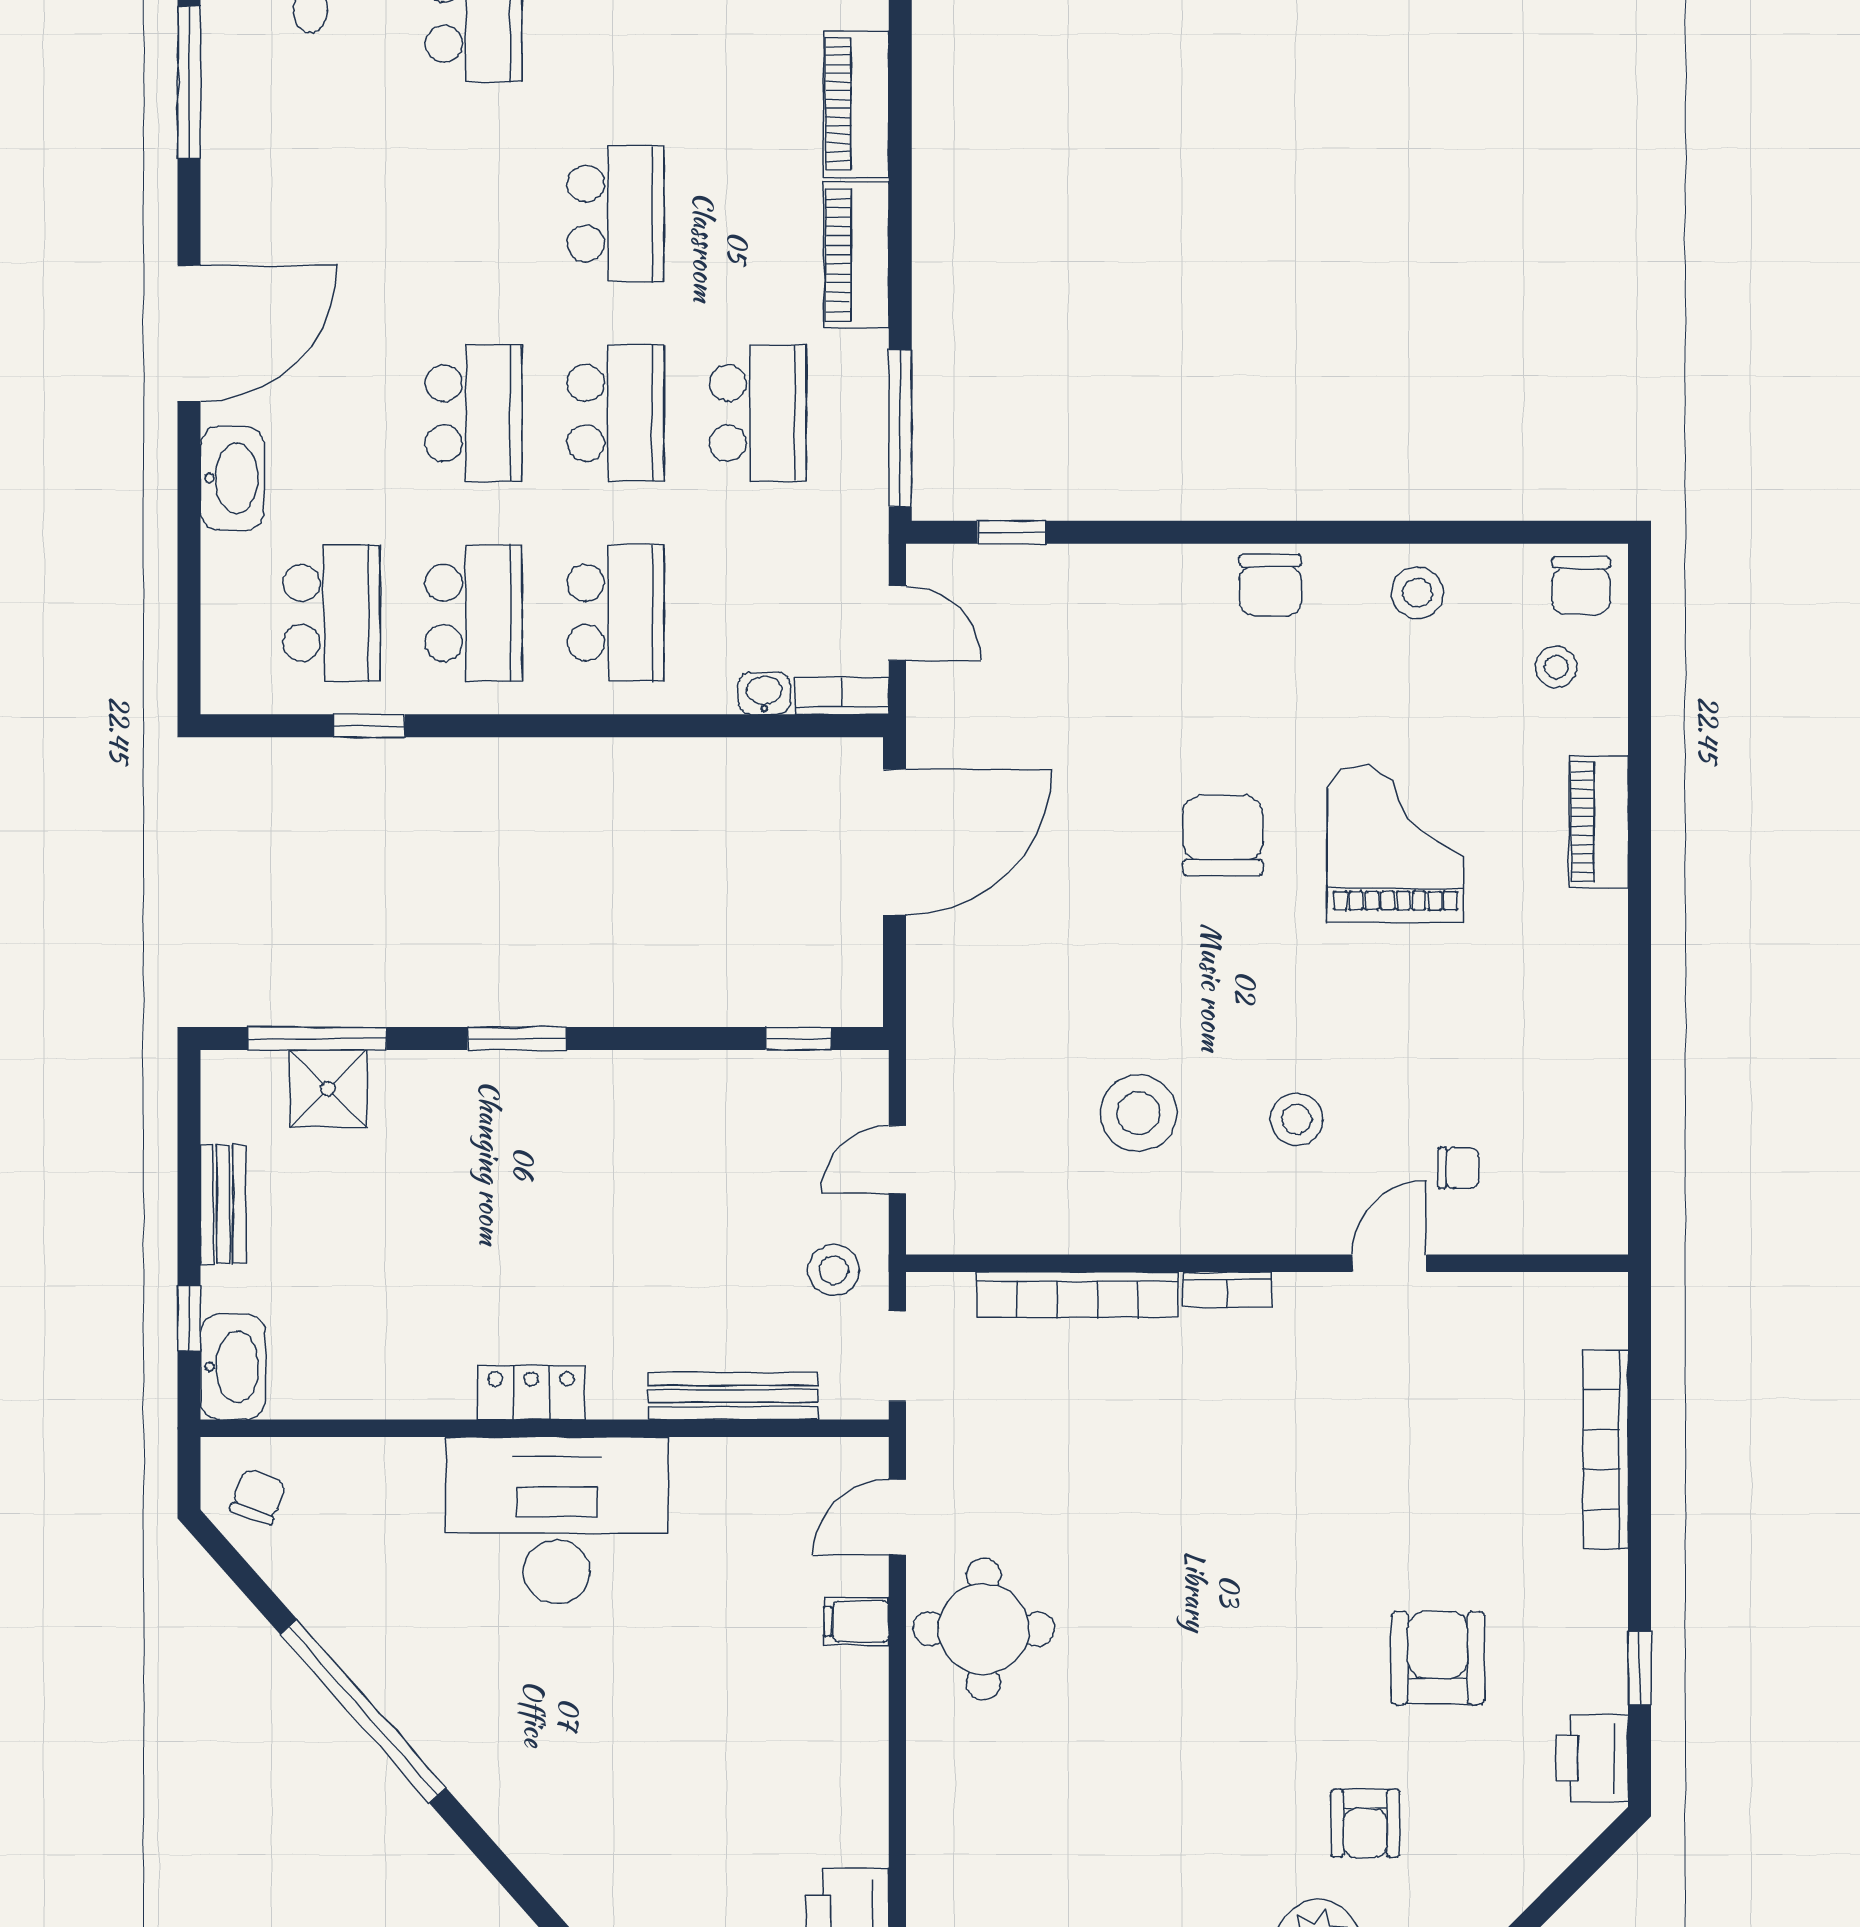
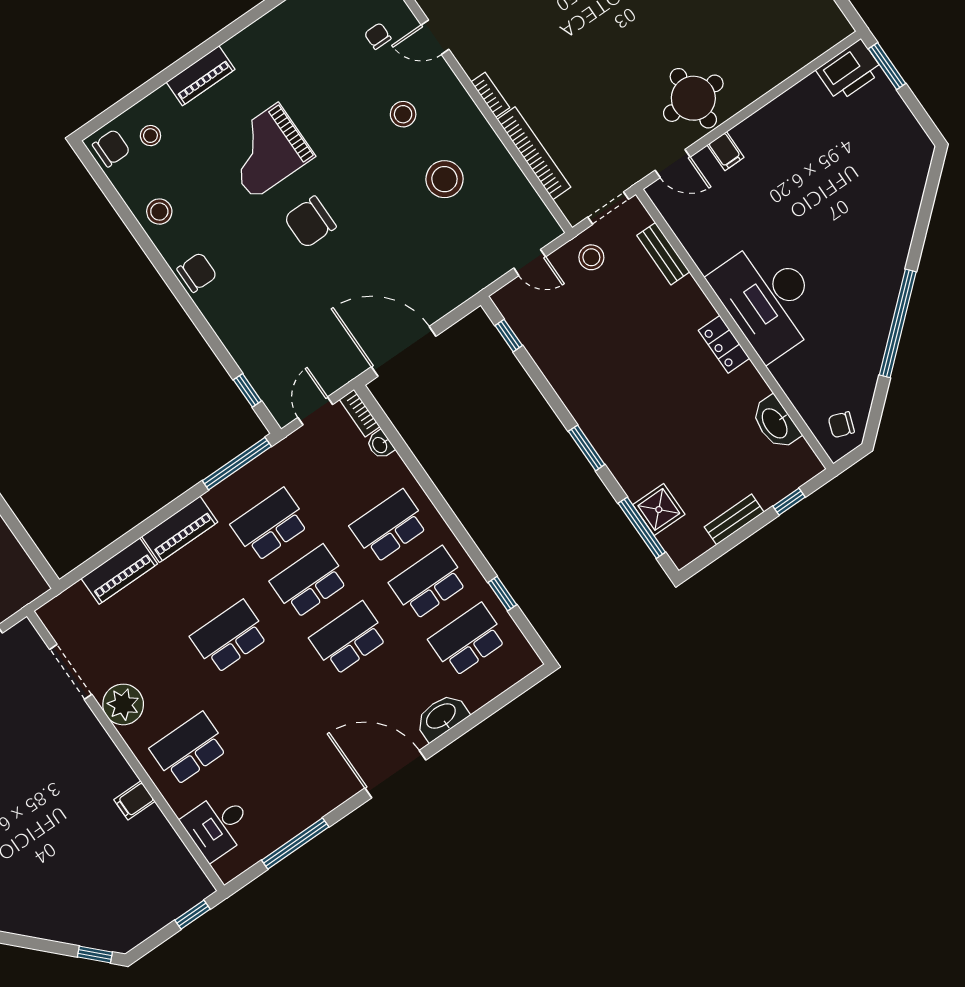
washbasin: (233, 1367) -> (775, 423), moved, turned -90
bench: (733, 1396) -> (663, 254), width x0.73

